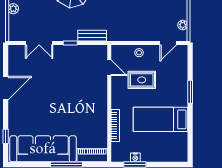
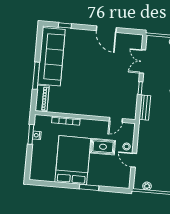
door: (168, 43) -> (134, 160), moved
rug: (142, 80) -> (103, 147), turned 90
bed: (160, 119) -> (73, 160), width x1.50

